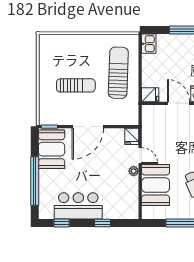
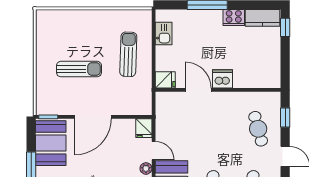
kitchen sink: (149, 44) -> (164, 34), moved
sun lounger: (118, 73) -> (128, 54), width x0.73, depth x0.75

